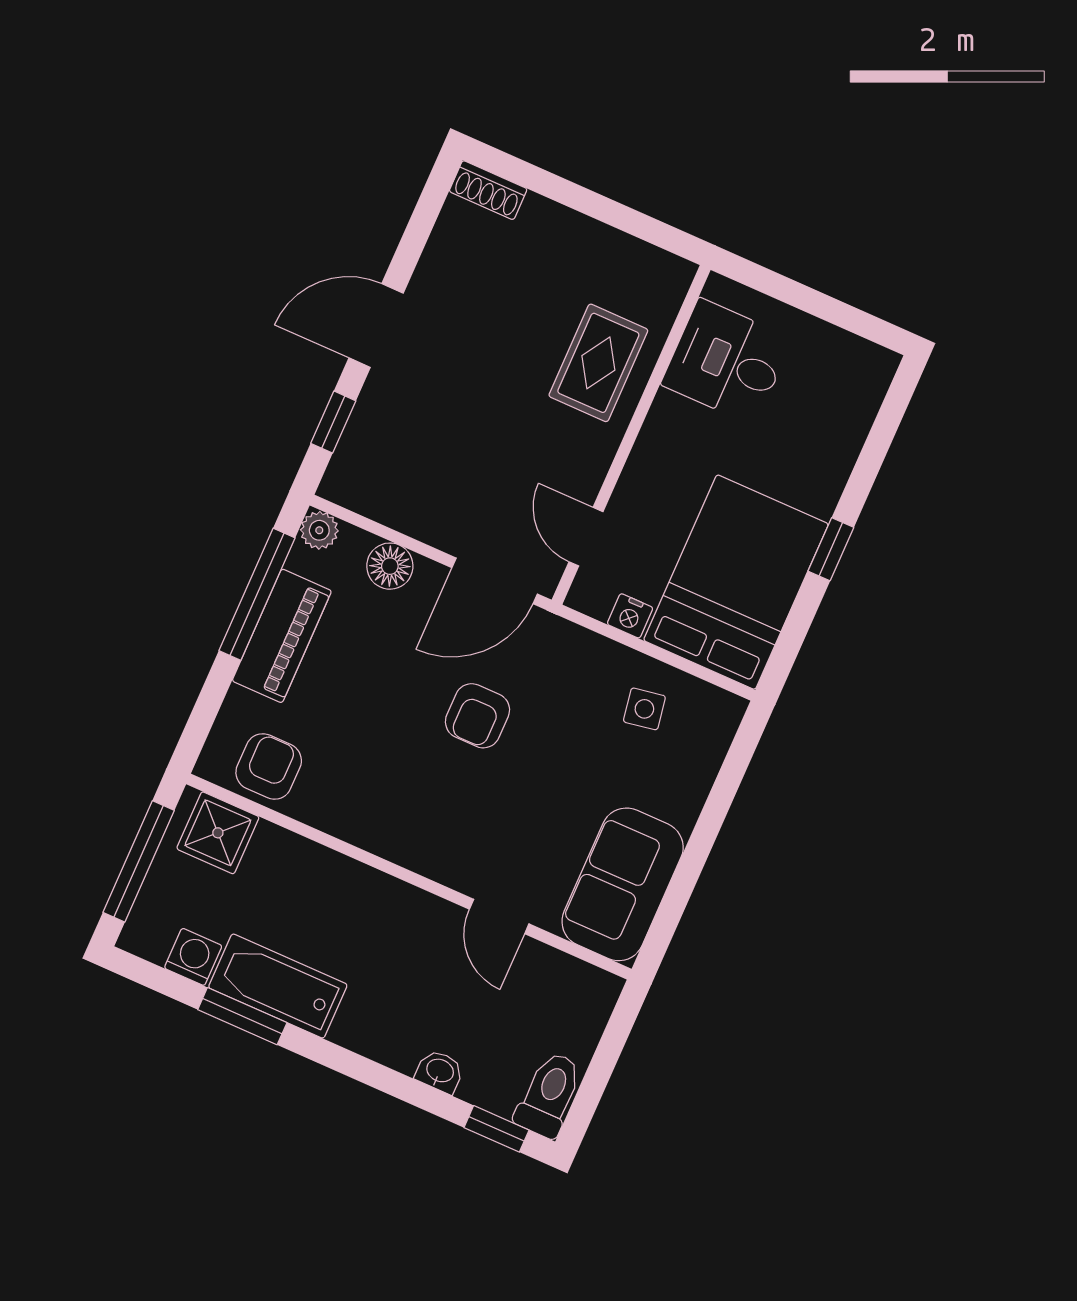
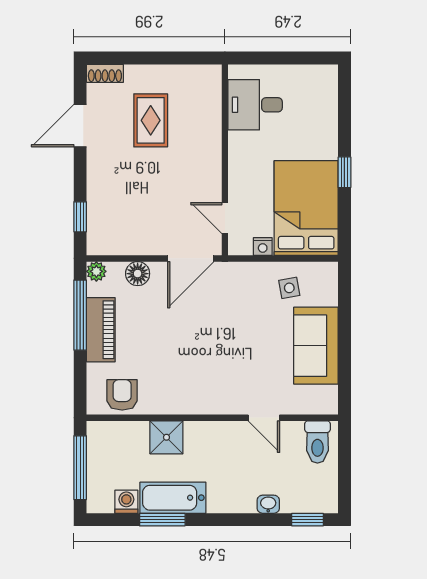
door: (376, 325) -> (80, 126), moved
rug: (598, 363) -> (151, 120), moved
armchair: (477, 716) -> (211, 326), removed
shower: (218, 833) -> (166, 437), moved
sofa: (623, 884) -> (316, 346), moved
toilet: (549, 1094) -> (317, 442), moved, turned 180

